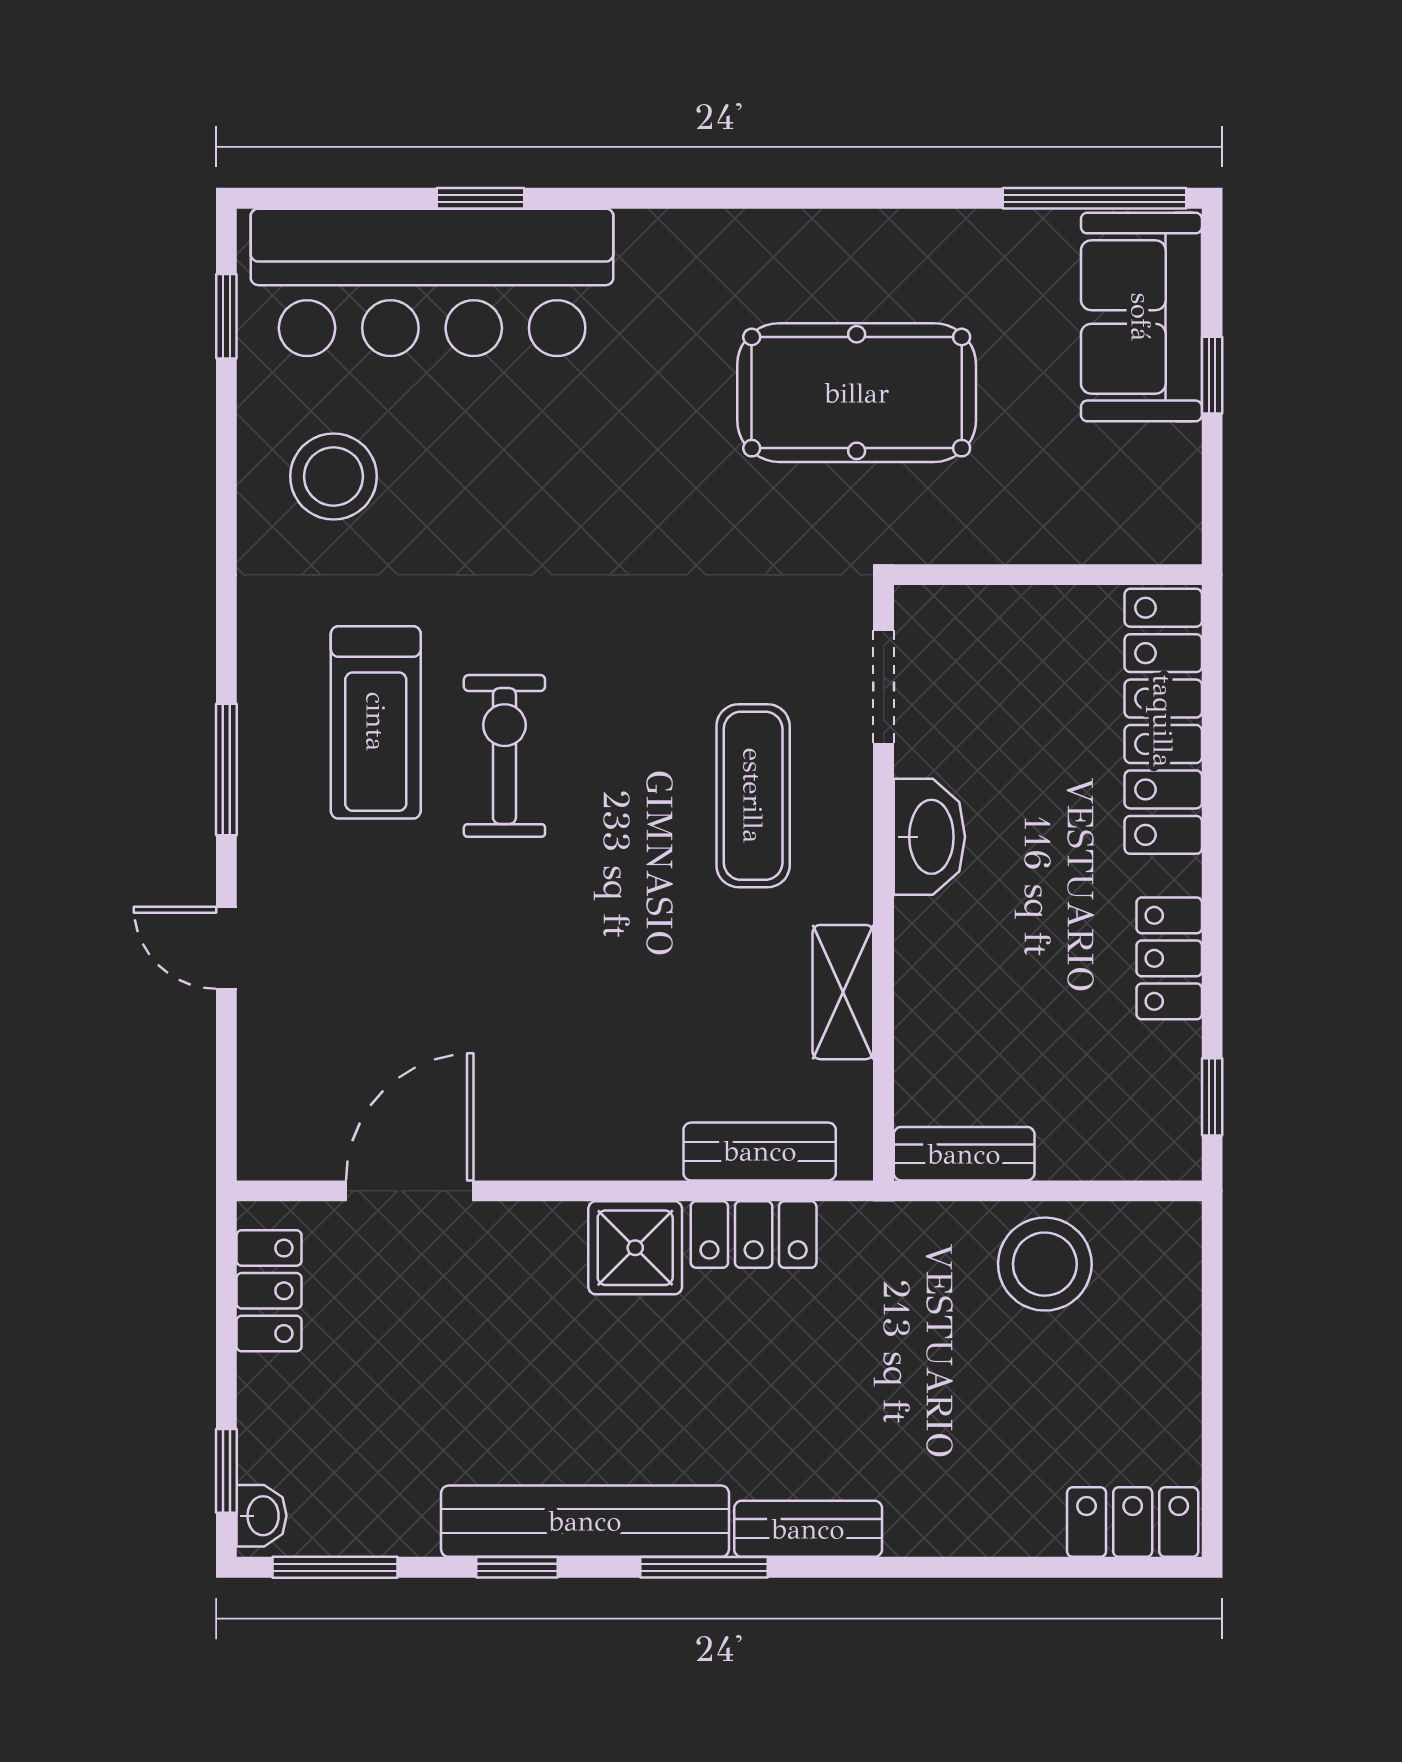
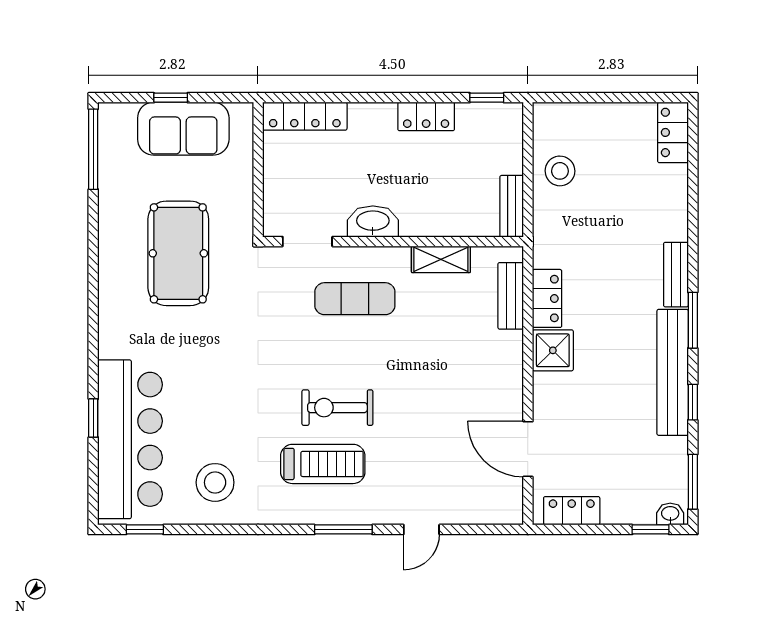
sofa: (1141, 317) -> (183, 129), moved
locker: (1163, 721) -> (305, 116), width x0.71, depth x0.83
stool: (1045, 1264) -> (560, 171), width x0.73, depth x0.73

